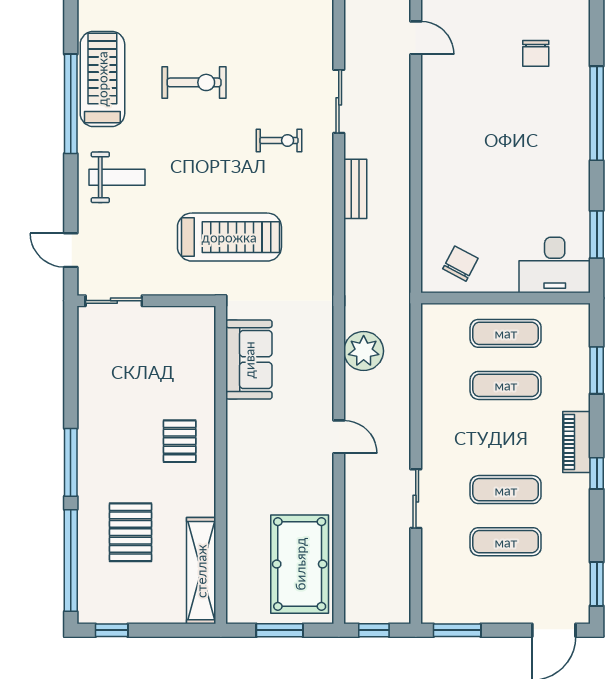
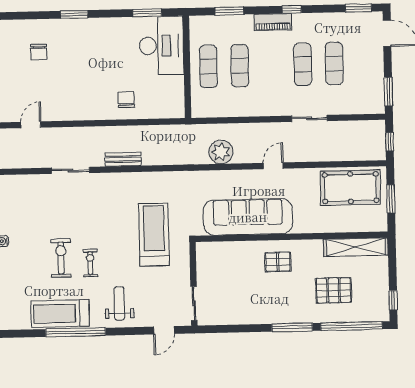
chair: (536, 53) -> (39, 52), turned 90
window: (597, 113) -> (74, 14), width x0.47
exercise bike: (279, 140) -> (90, 263), moved
chair: (460, 264) -> (126, 100), moved, turned 62
desk: (555, 265) -> (161, 46), width x1.36, depth x1.30
sofa: (249, 360) -> (248, 217), width x1.85, depth x1.27

